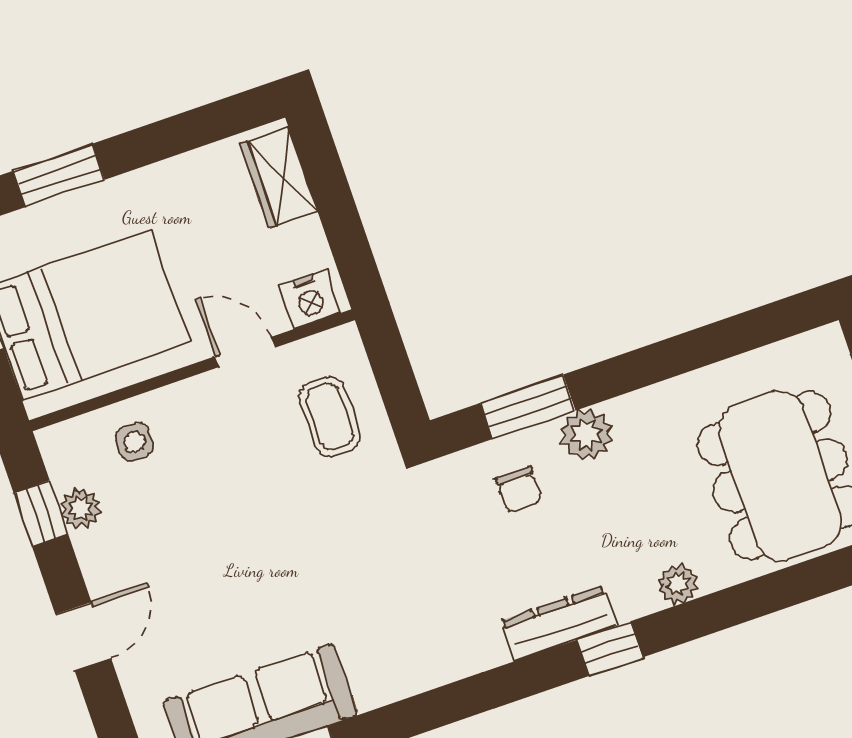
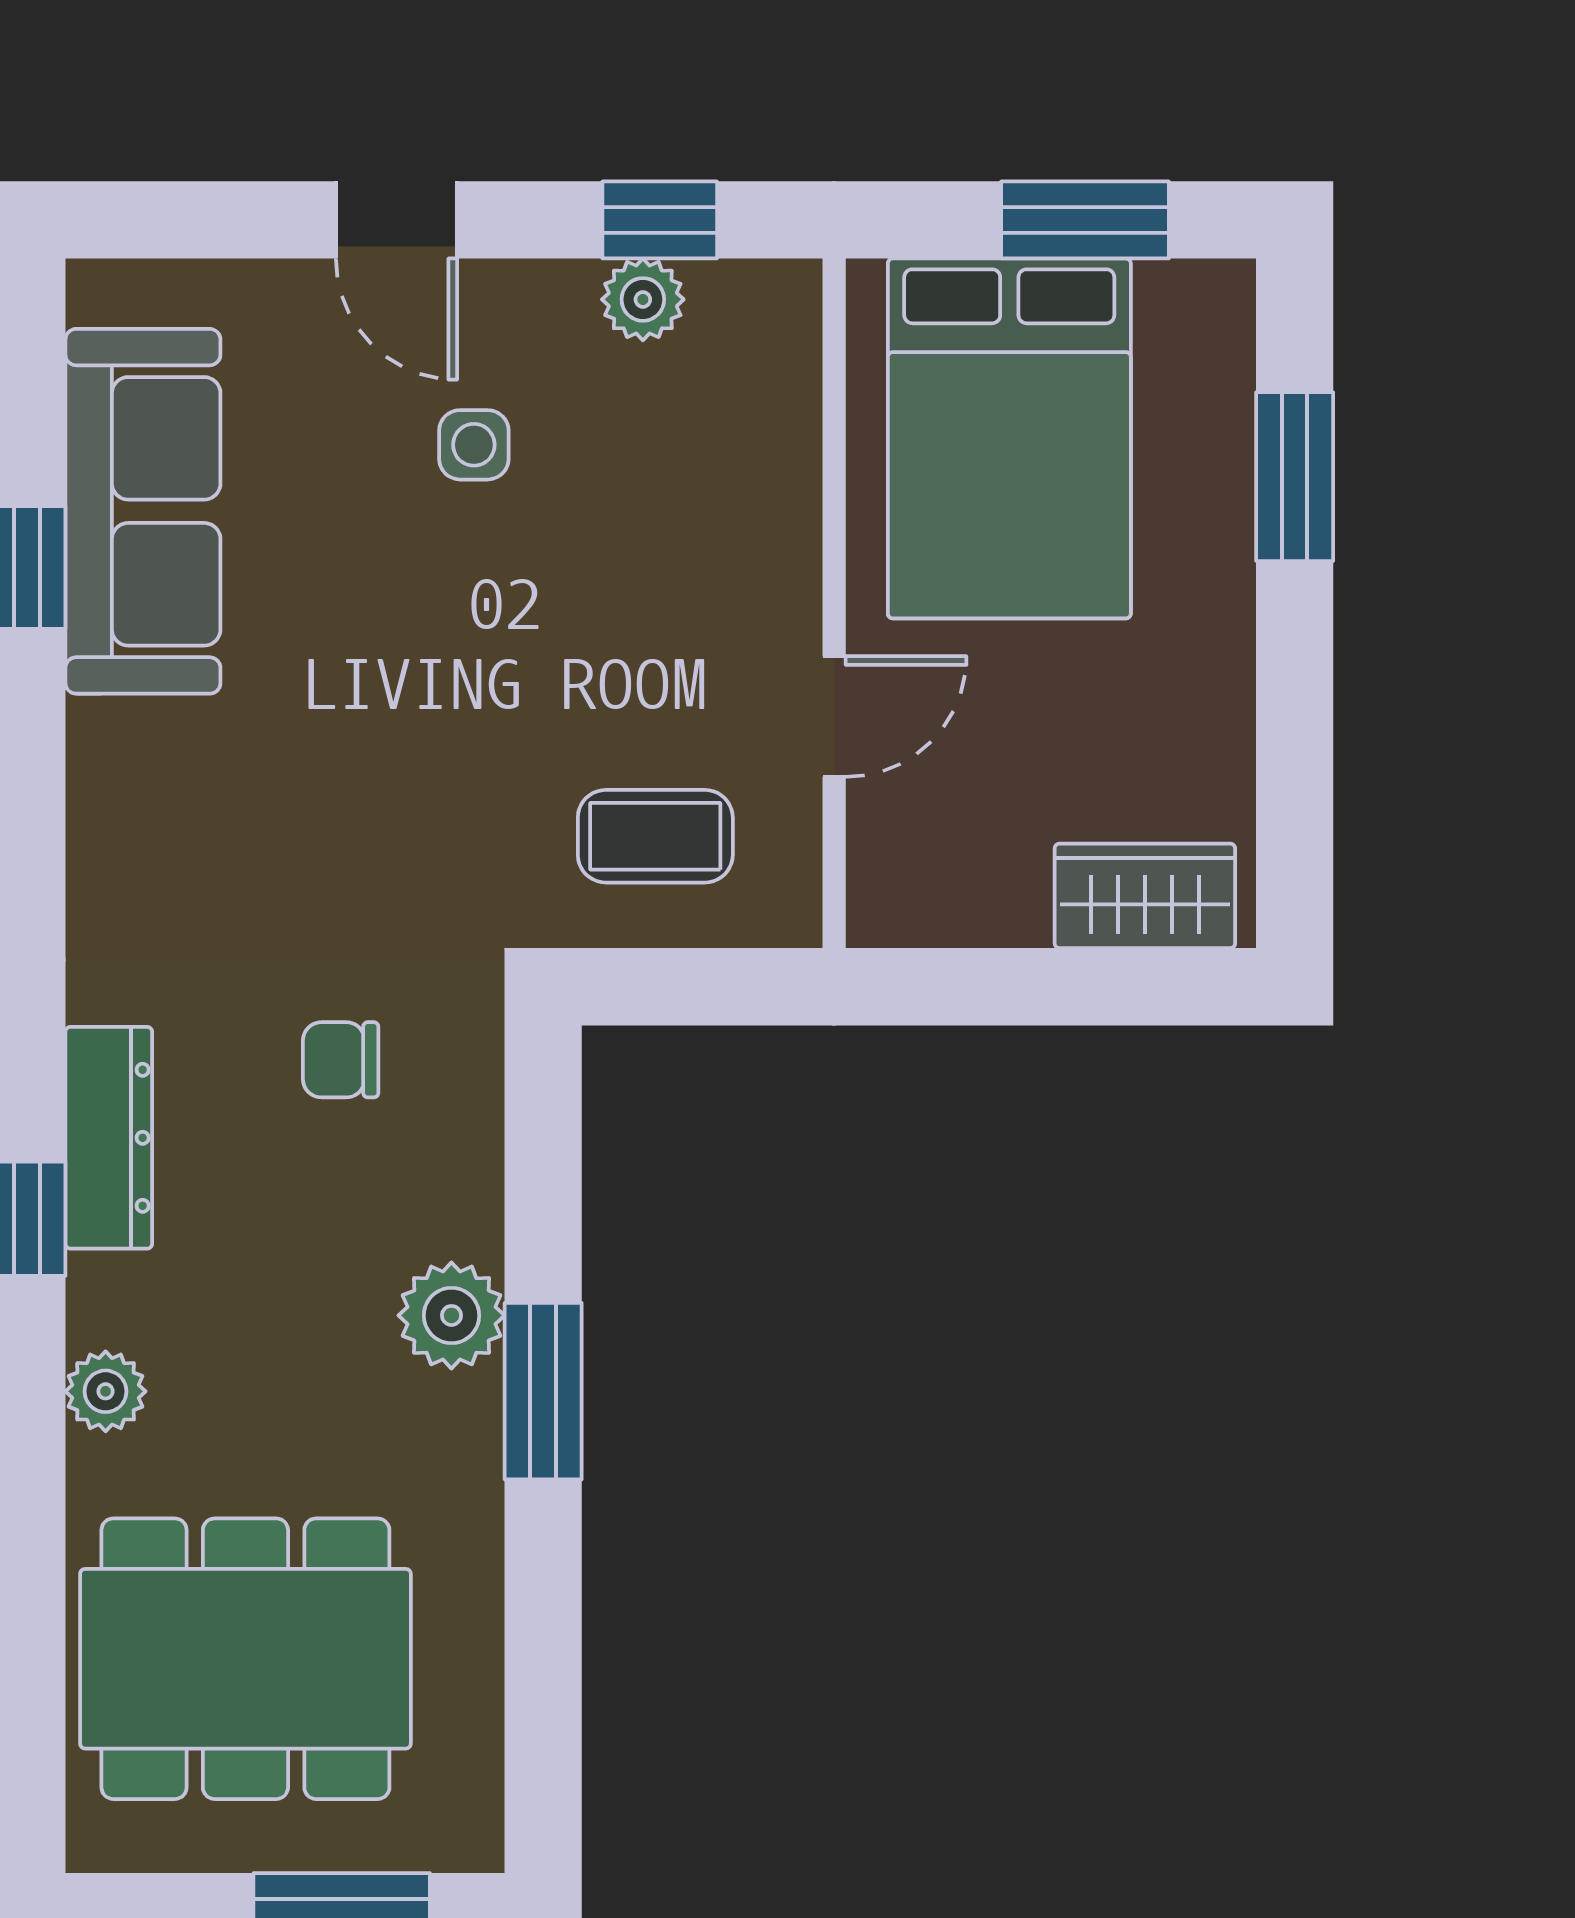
nightstand: (310, 299) -> (892, 875), removed
window: (528, 407) -> (543, 1391), moved
side table: (135, 442) -> (474, 445), moved
chair: (519, 490) -> (341, 1060), moved

